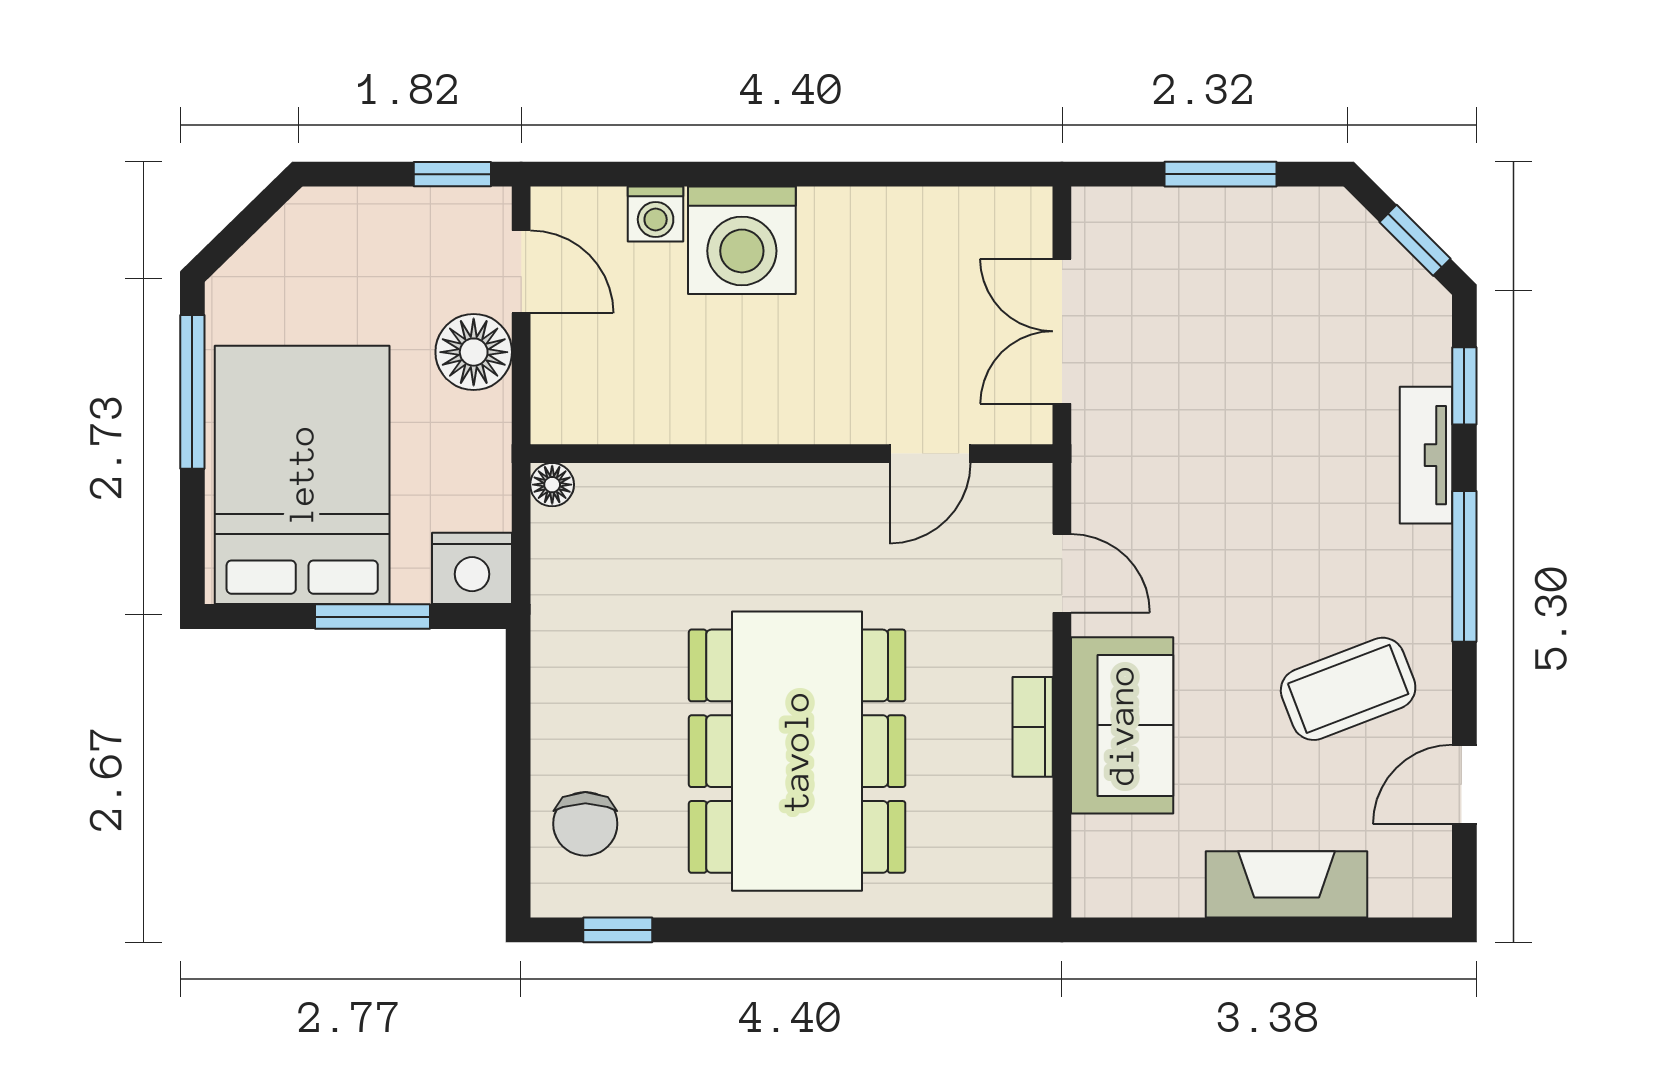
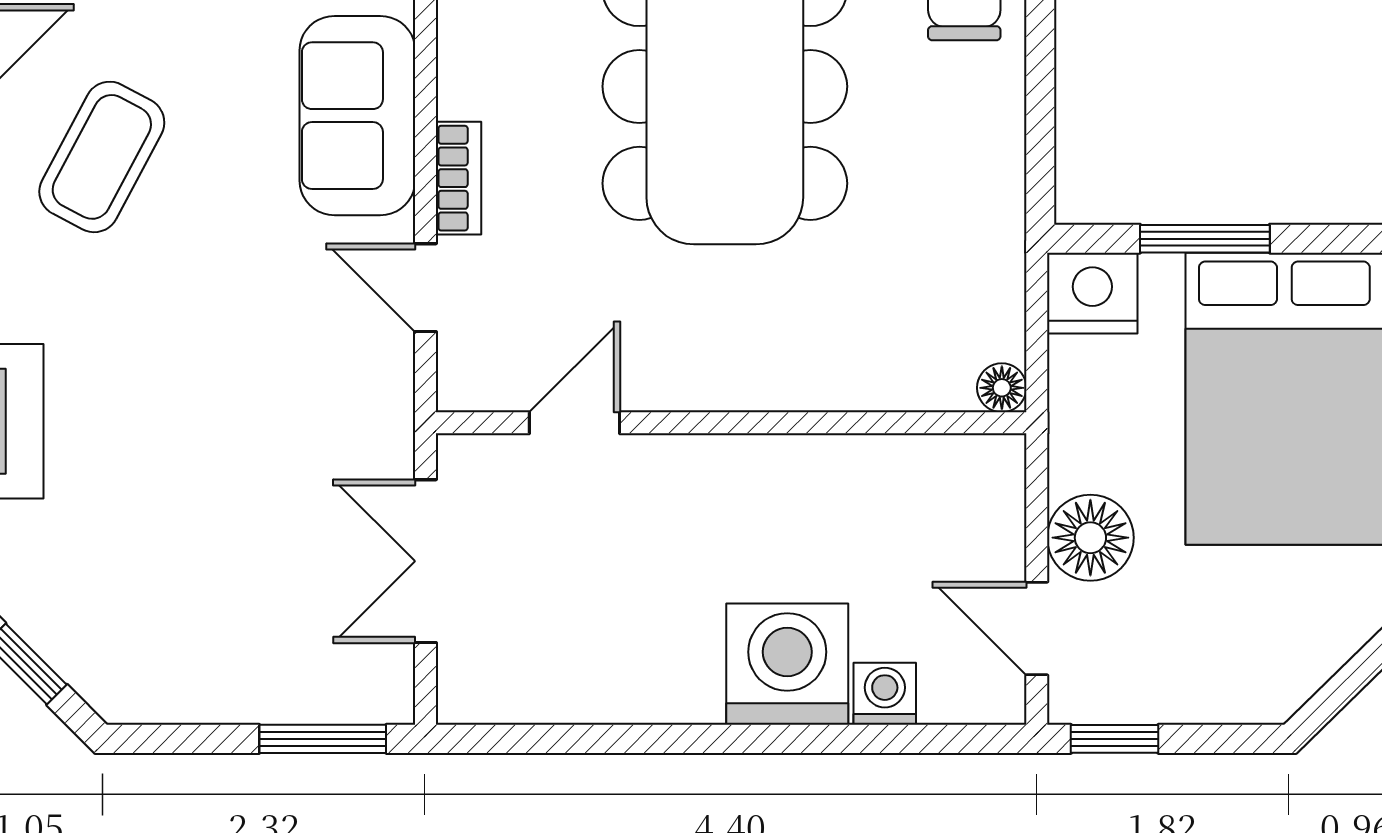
window: (1221, 174) -> (323, 739), moved
double door: (1062, 331) -> (425, 561), swing flipped
coffee table: (1348, 689) -> (102, 157), turned -41
bookcase: (1033, 727) -> (458, 178), moved

